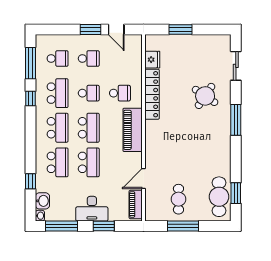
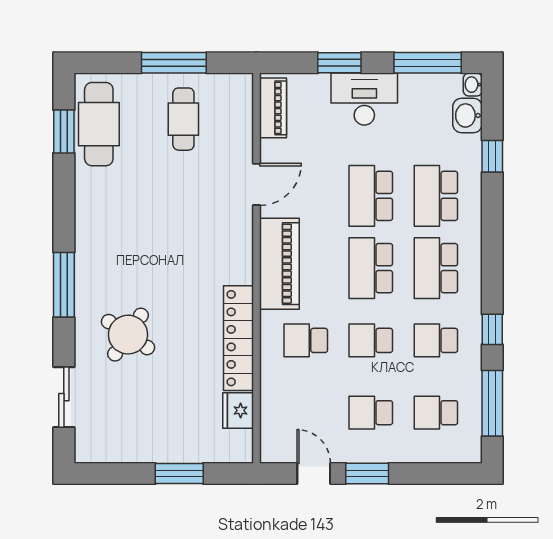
school desk: (58, 93) -> (436, 340), width x0.54
door: (144, 178) -> (256, 184), moved

